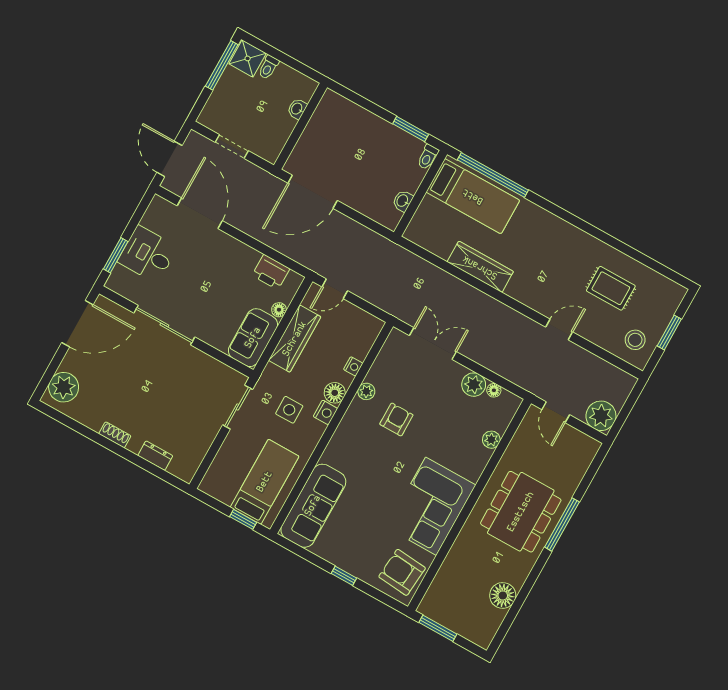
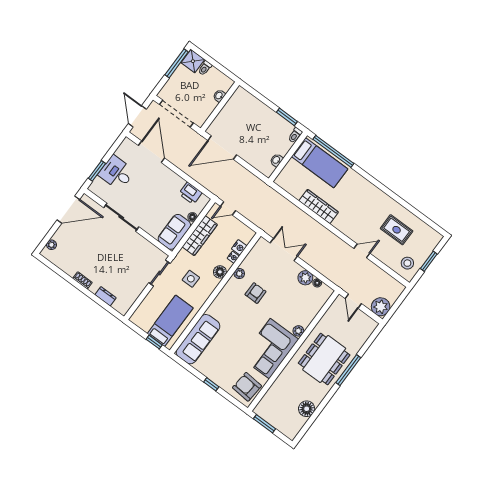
doorway: (232, 147) -> (176, 114), width x1.88
plant: (64, 387) -> (51, 245), width x0.53, depth x0.53
nightstand: (325, 412) -> (239, 247), moved
plant: (491, 440) -> (298, 331), moved

